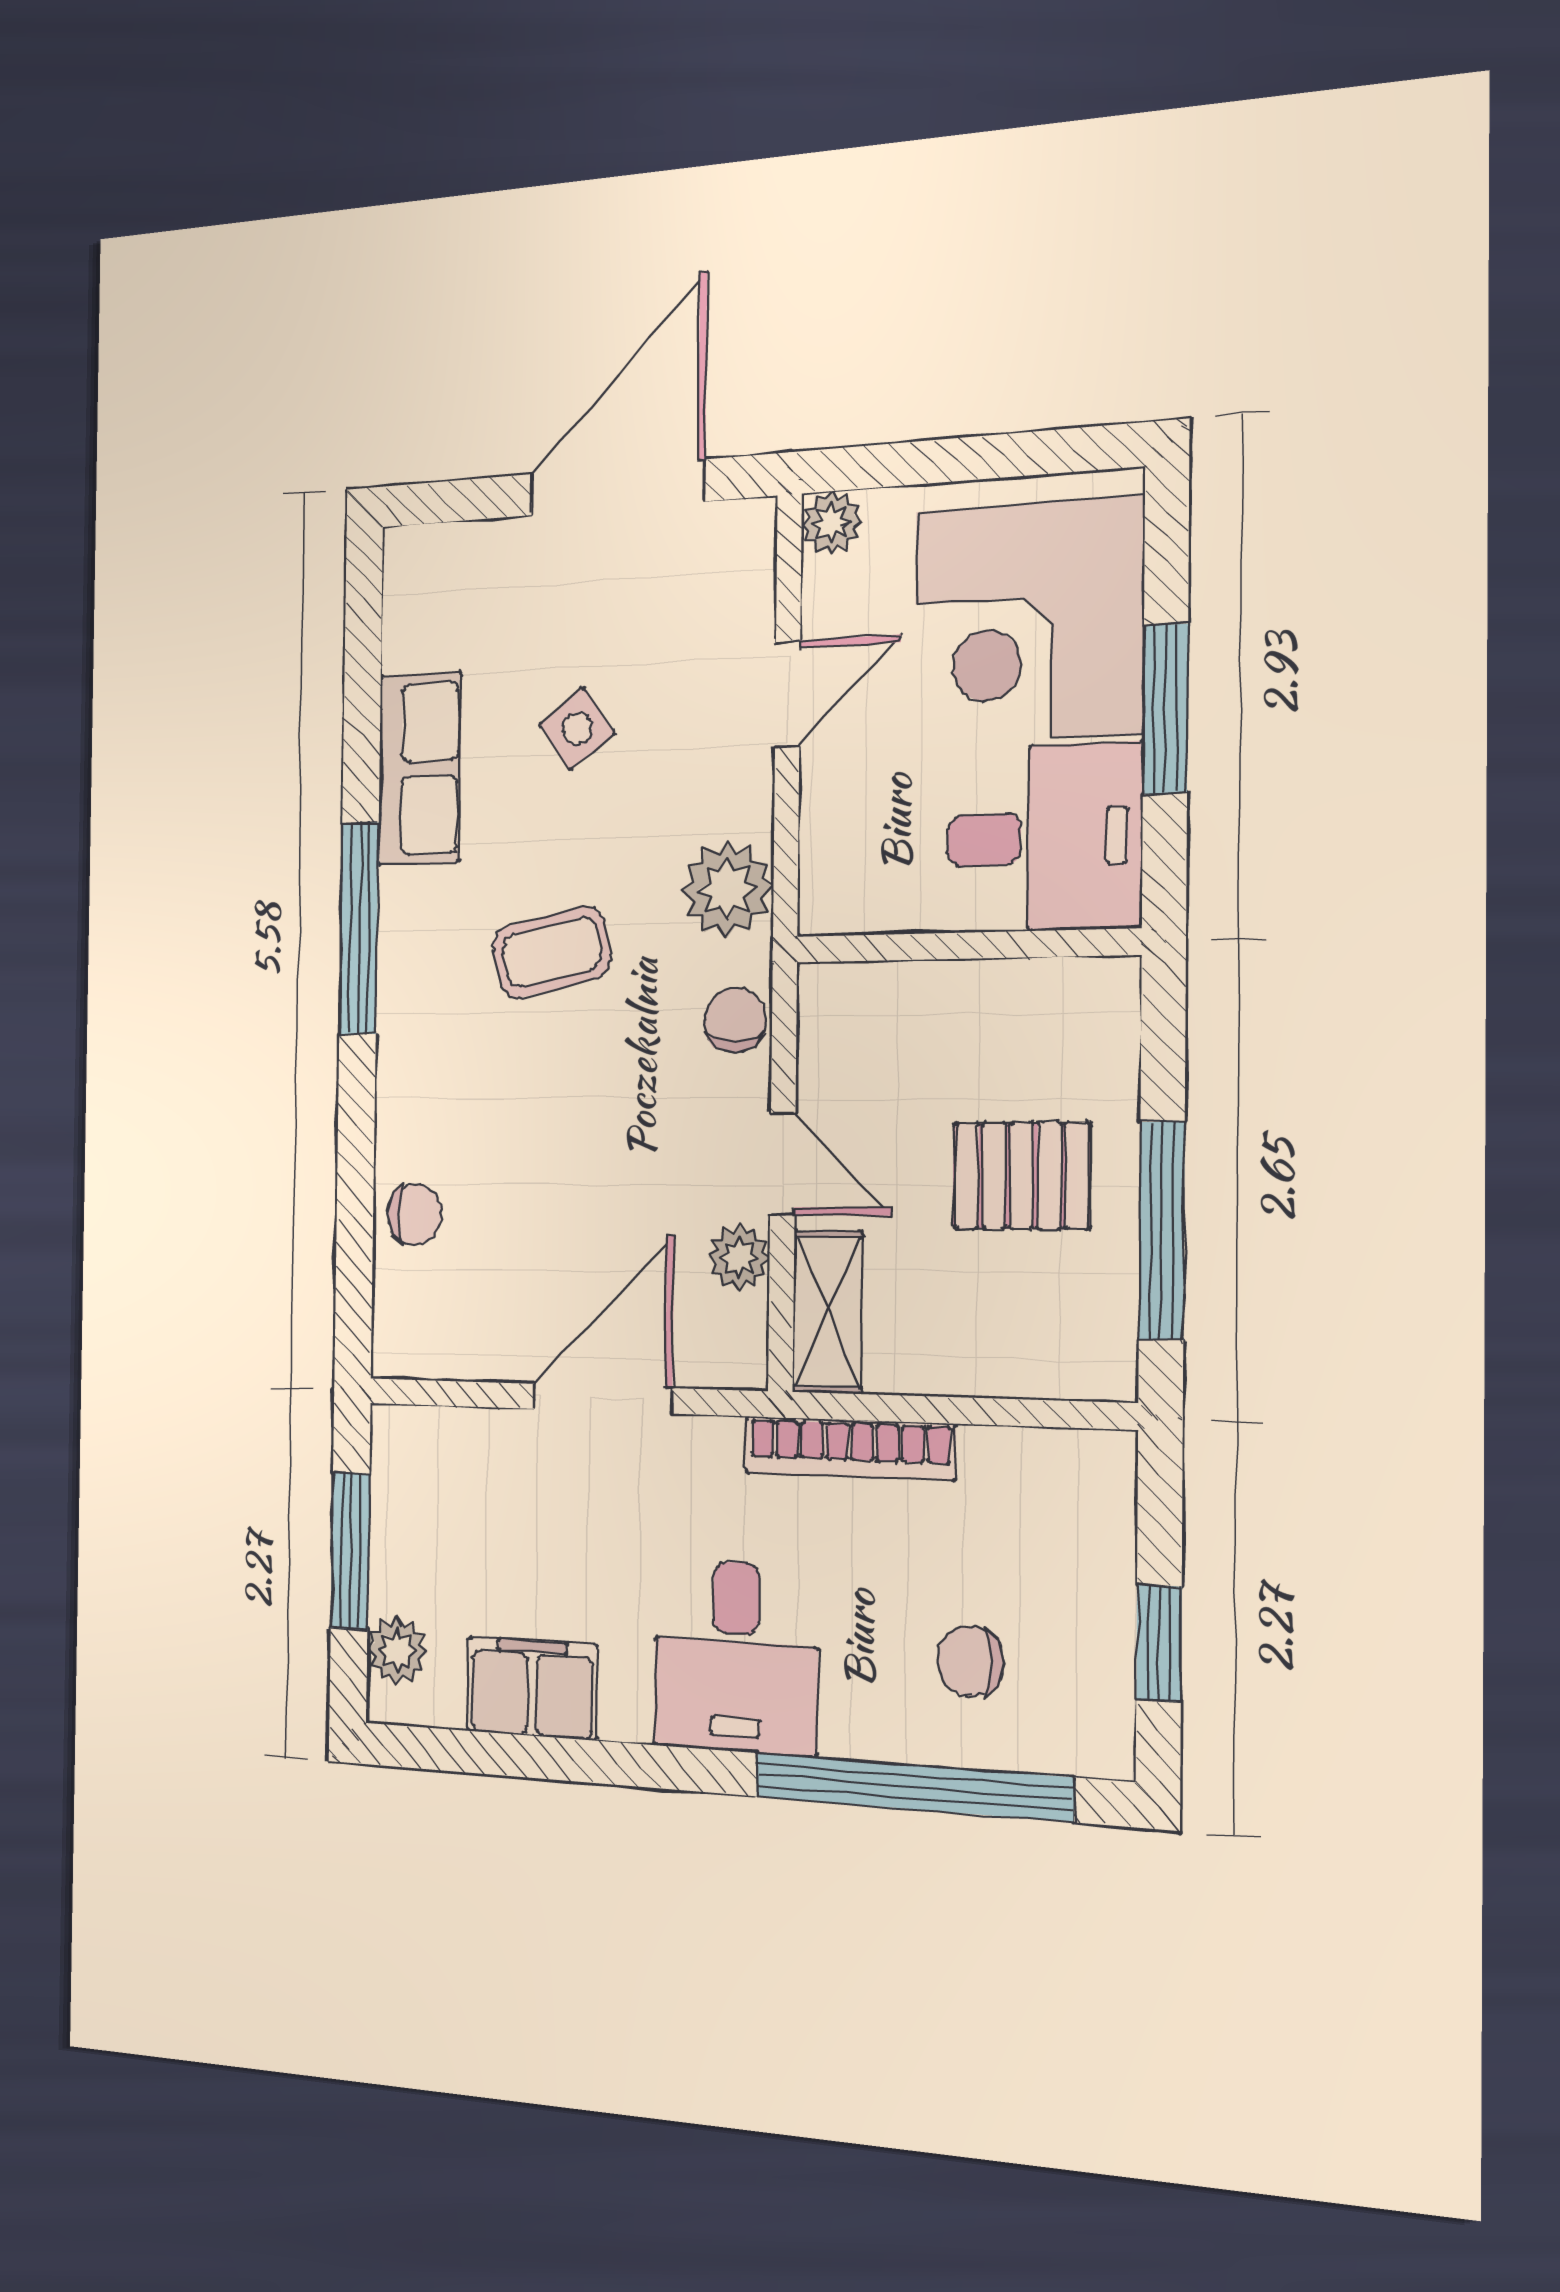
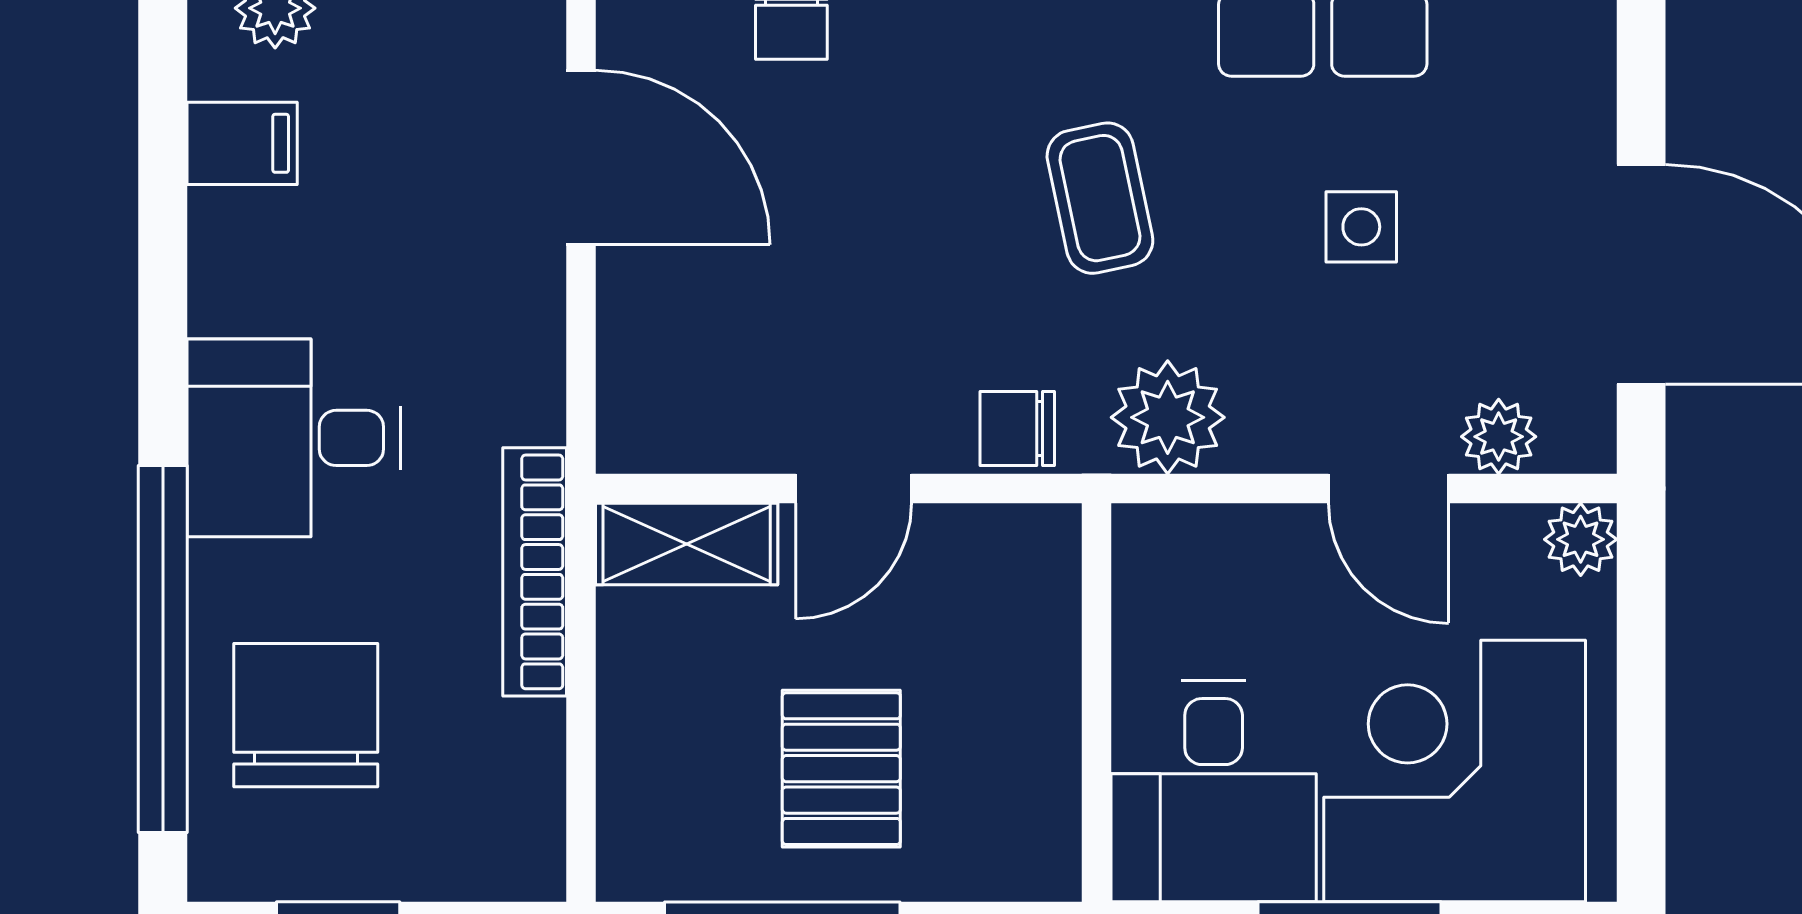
side table: (577, 729) -> (1361, 227), turned 36
chair: (735, 1020) -> (1017, 428), turned 180
plant: (739, 1257) -> (1499, 437), moved
door: (603, 1399) -> (581, 157), moved
chair: (971, 1661) -> (306, 715), width x1.87, depth x1.87
filing cabinet: (532, 1688) -> (242, 143), width x0.50

